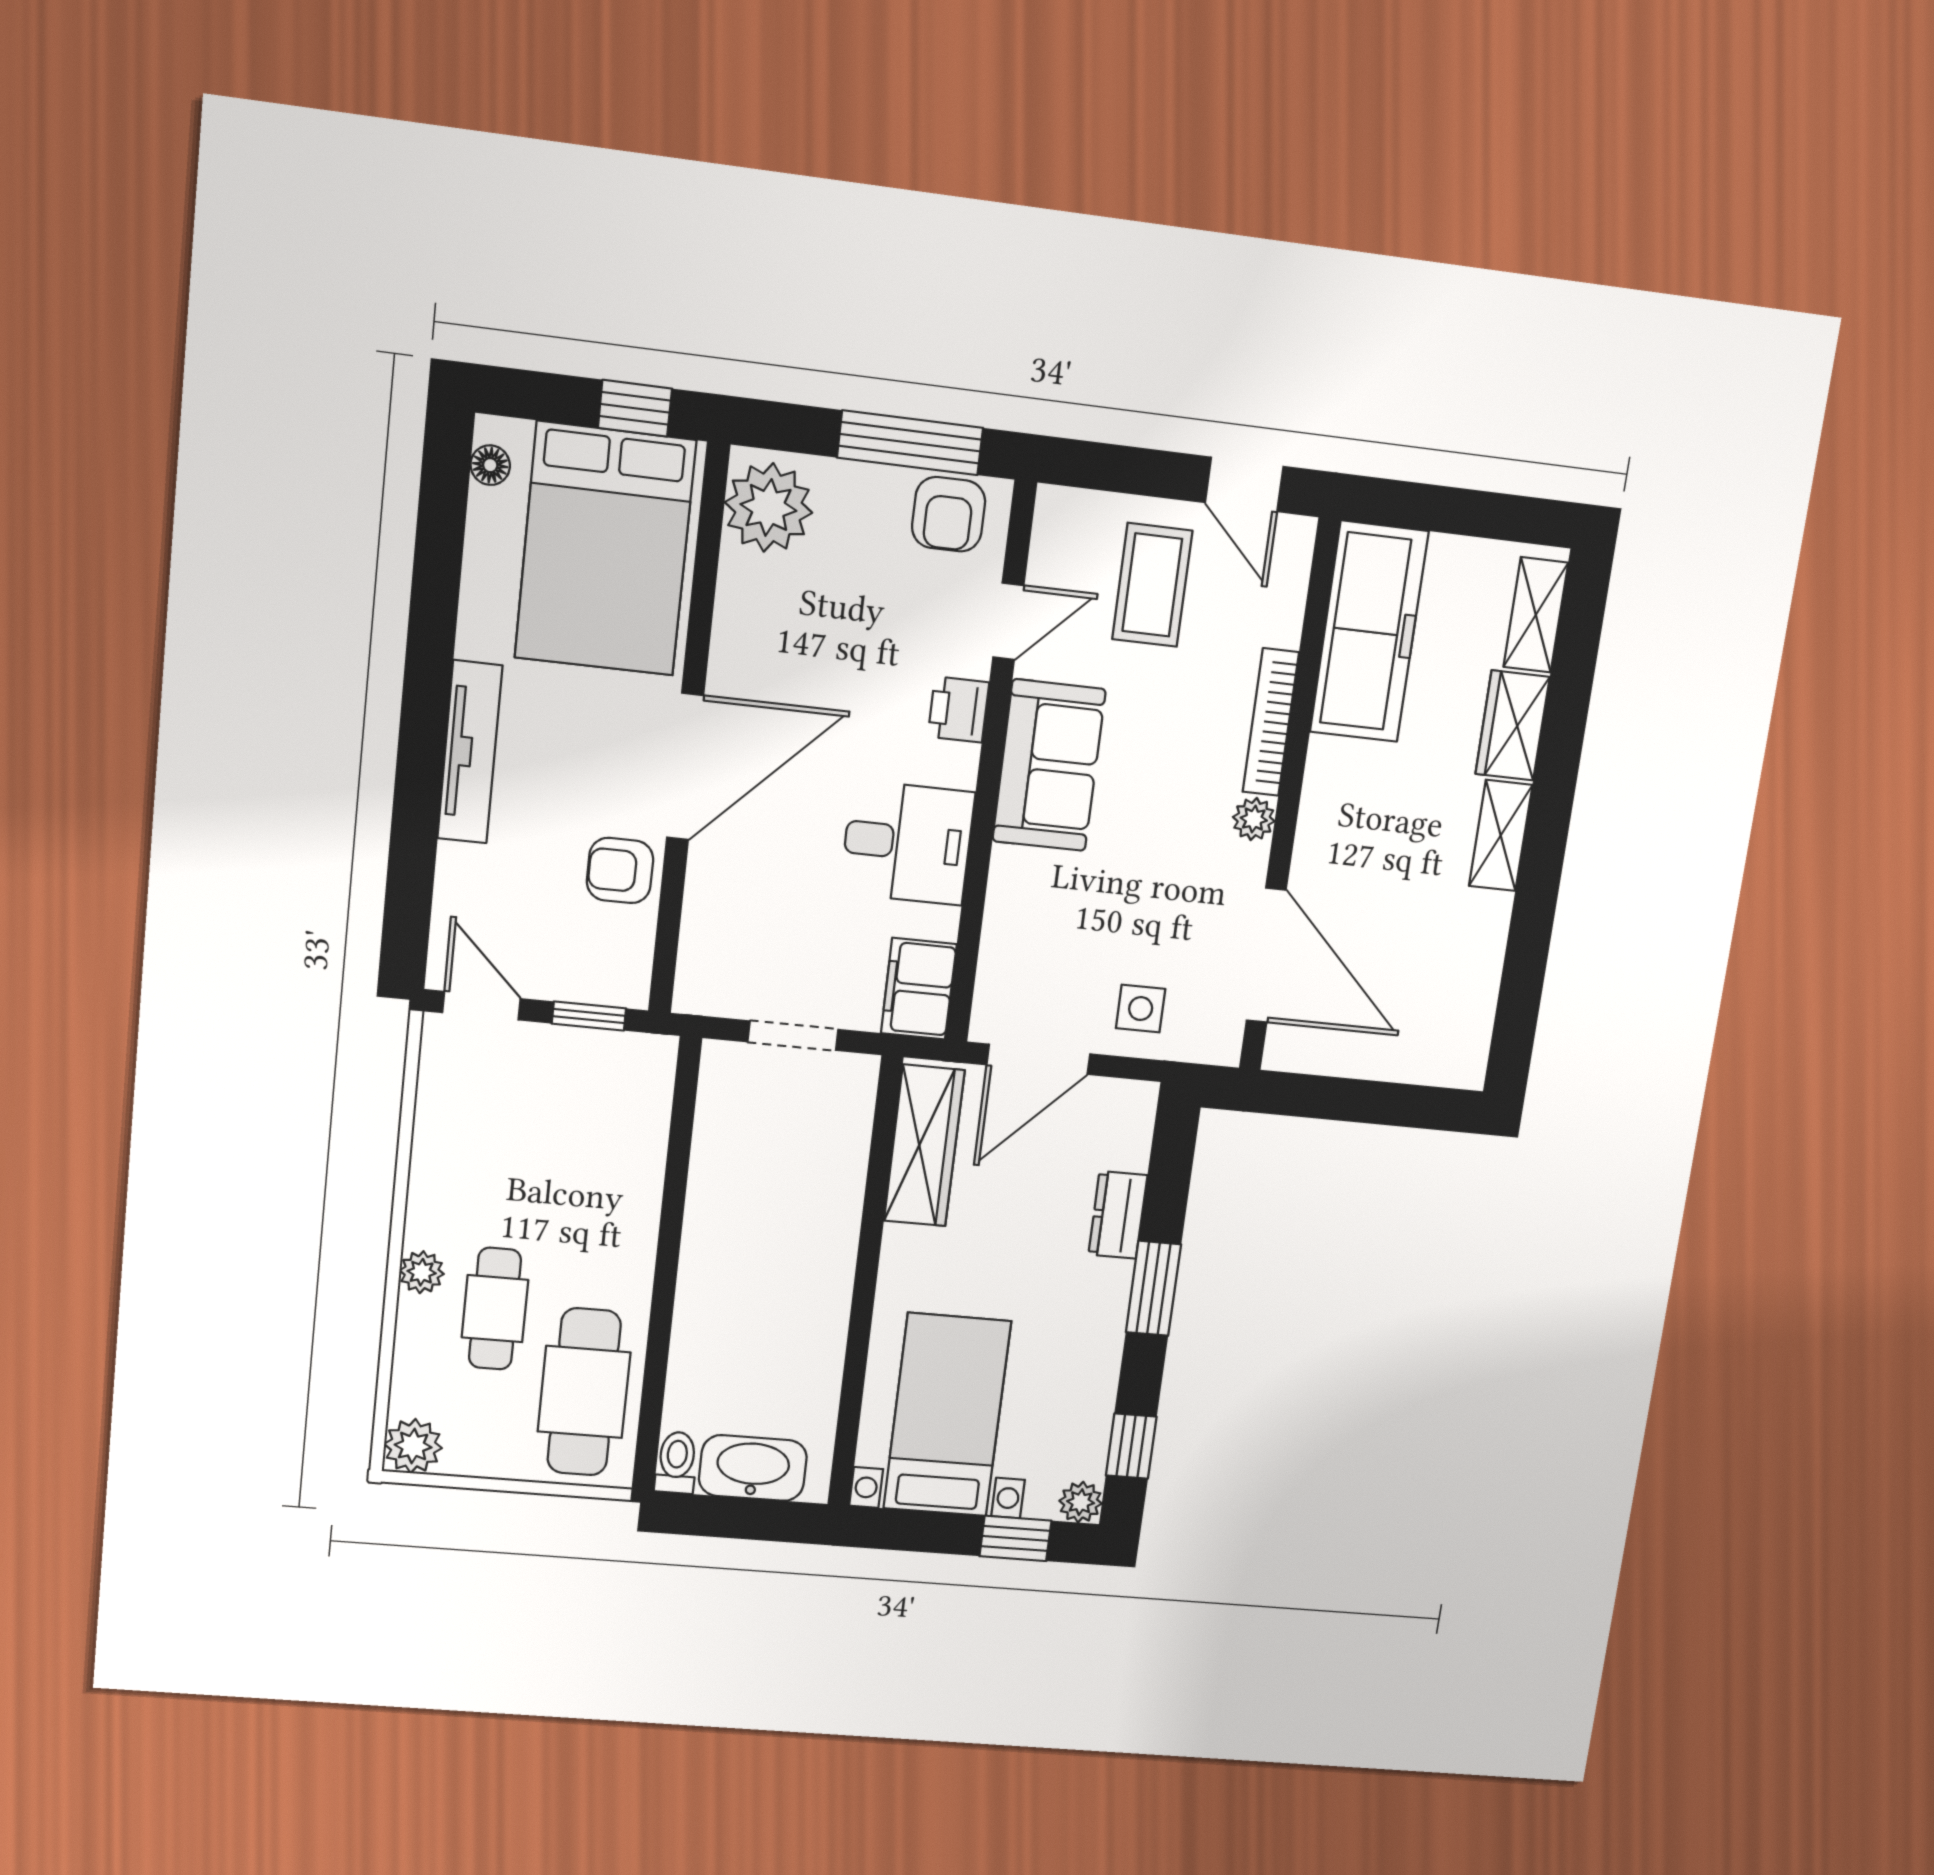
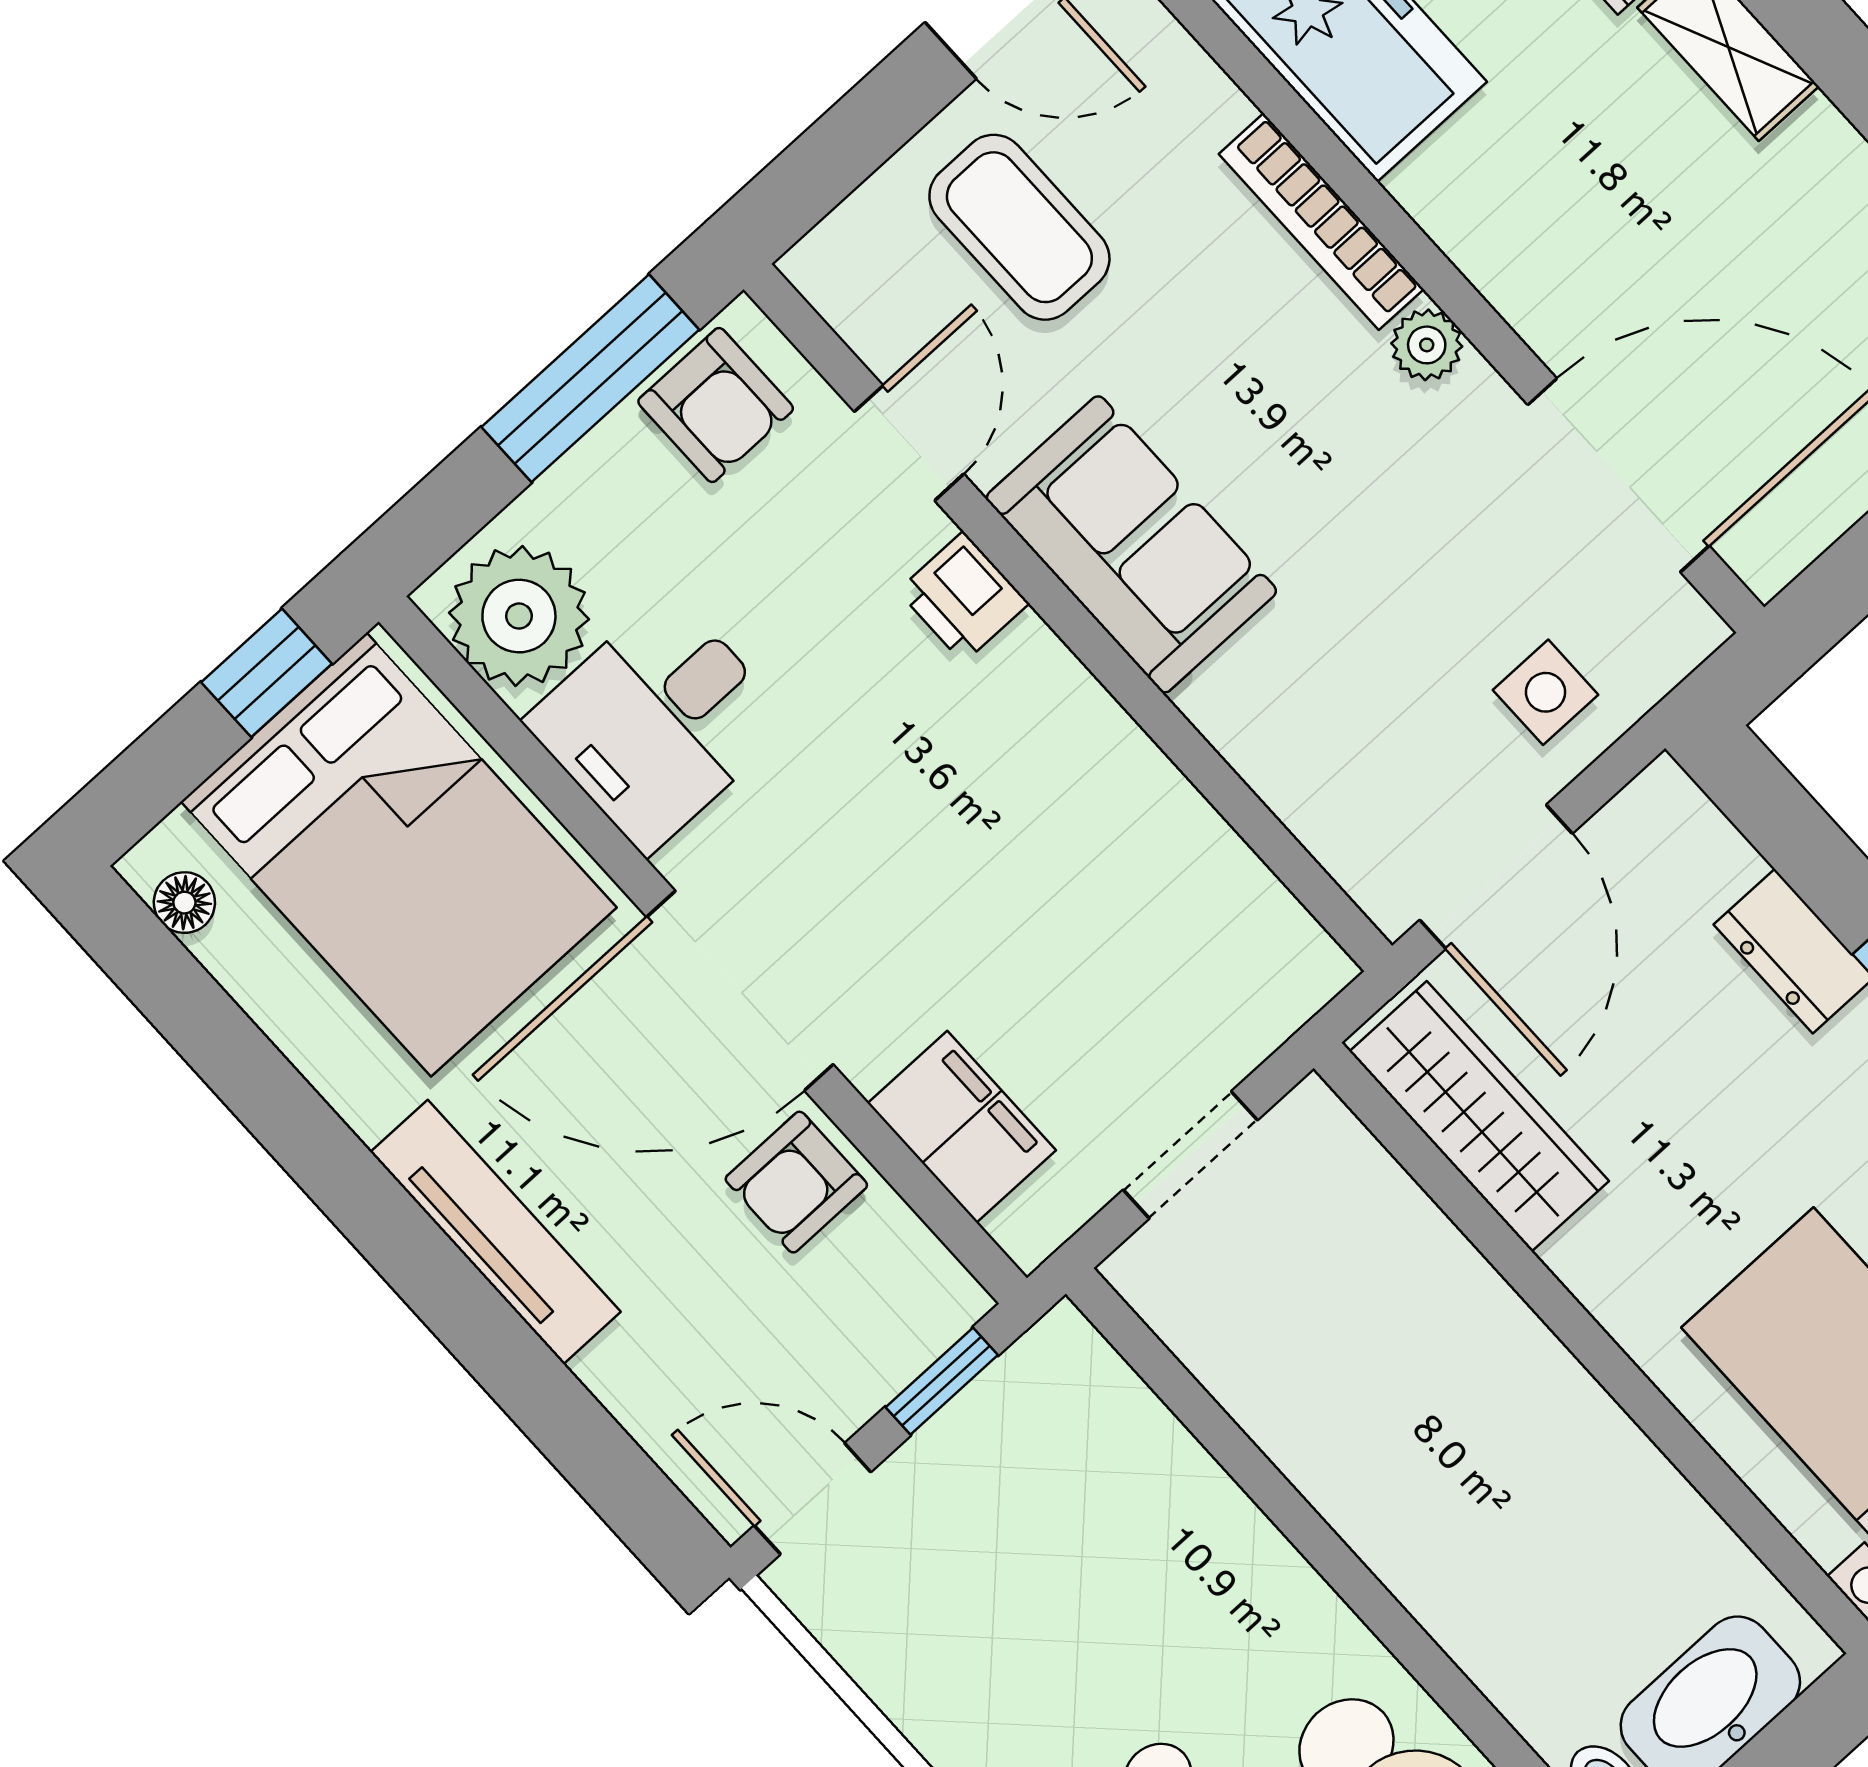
door: (685, 767) -> (740, 991), swing flipped
desk: (907, 843) -> (658, 722), moved, turned 180
filing cabinet: (919, 989) -> (962, 1127), moved, turned 180

